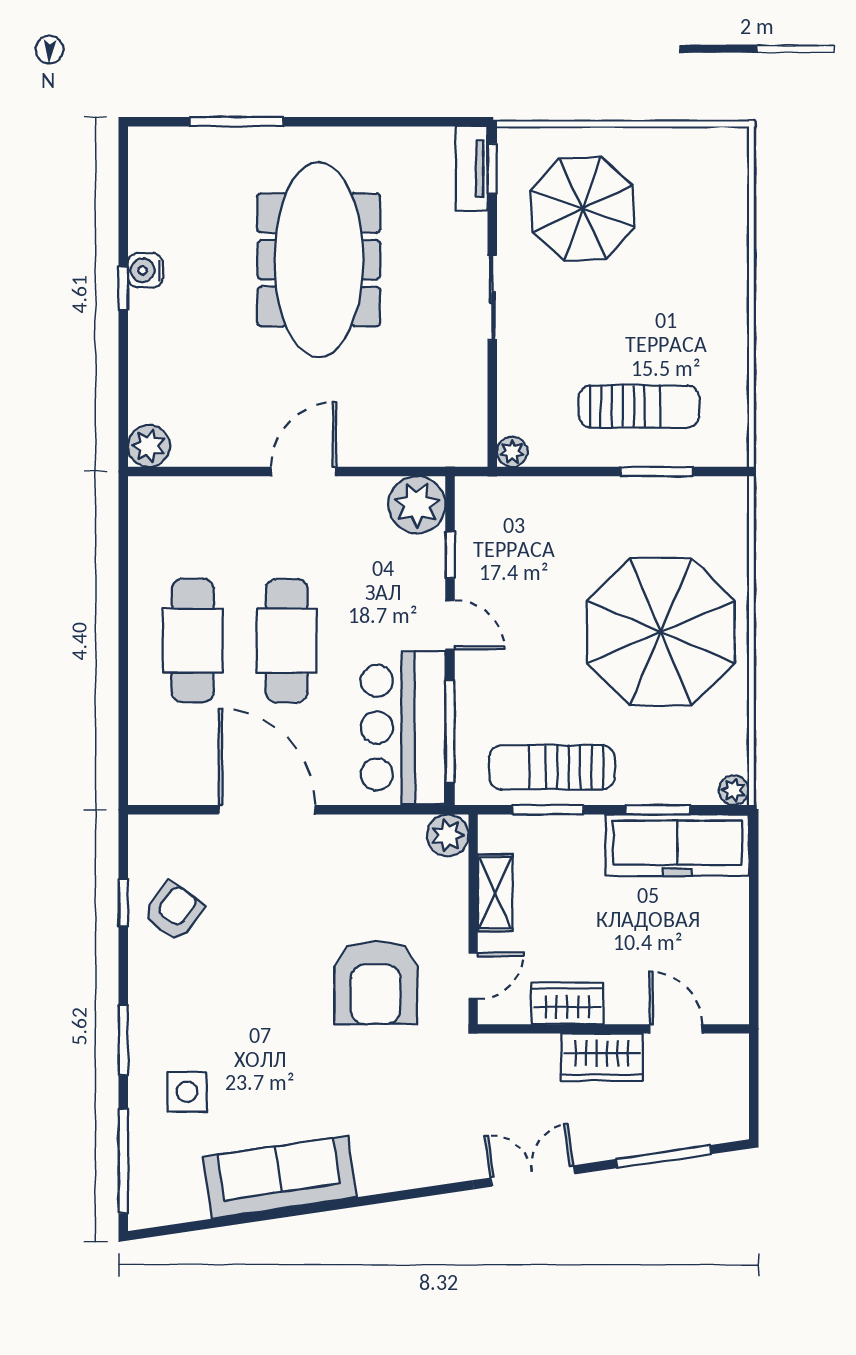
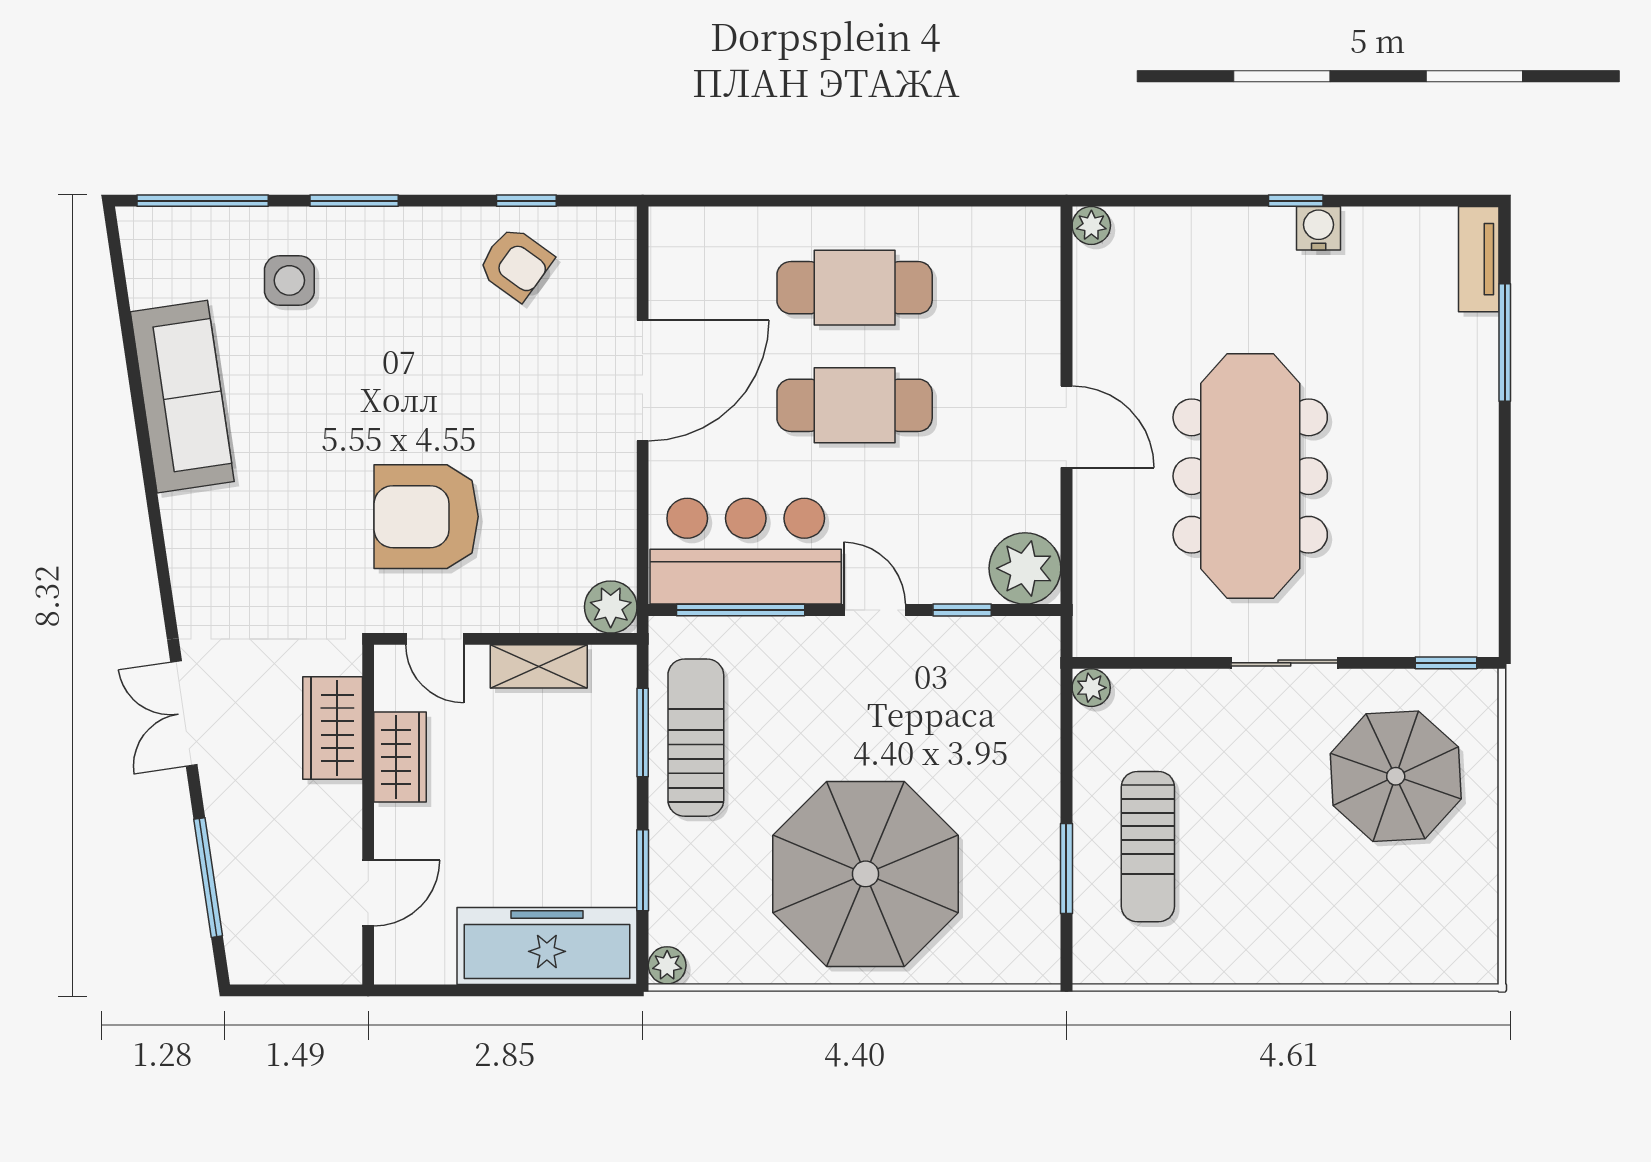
tv unit: (472, 168) -> (1479, 259), moved, turned -90
meeting table: (319, 260) -> (1250, 476), moved, turned 90
plant: (149, 446) -> (1091, 225), width x0.73, depth x0.73
door: (450, 625) -> (875, 610), swing flipped
freezer: (677, 845) -> (547, 946), moved, turned 90
wardrobe: (602, 1057) -> (333, 728), moved
double door: (533, 1176) -> (184, 713), swing flipped

